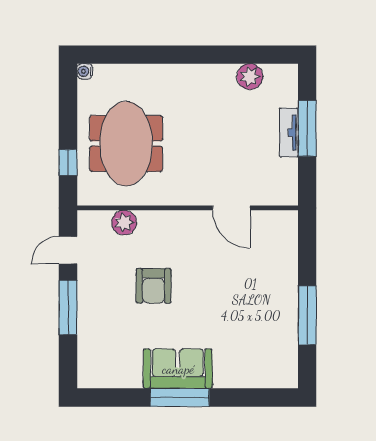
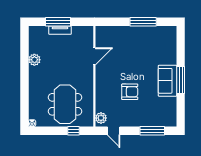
plant: (250, 77) -> (34, 60), moved
meeting table: (126, 144) -> (65, 104), turned 90
plant: (124, 223) -> (101, 118), moved
window: (68, 307) -> (152, 131), moved

